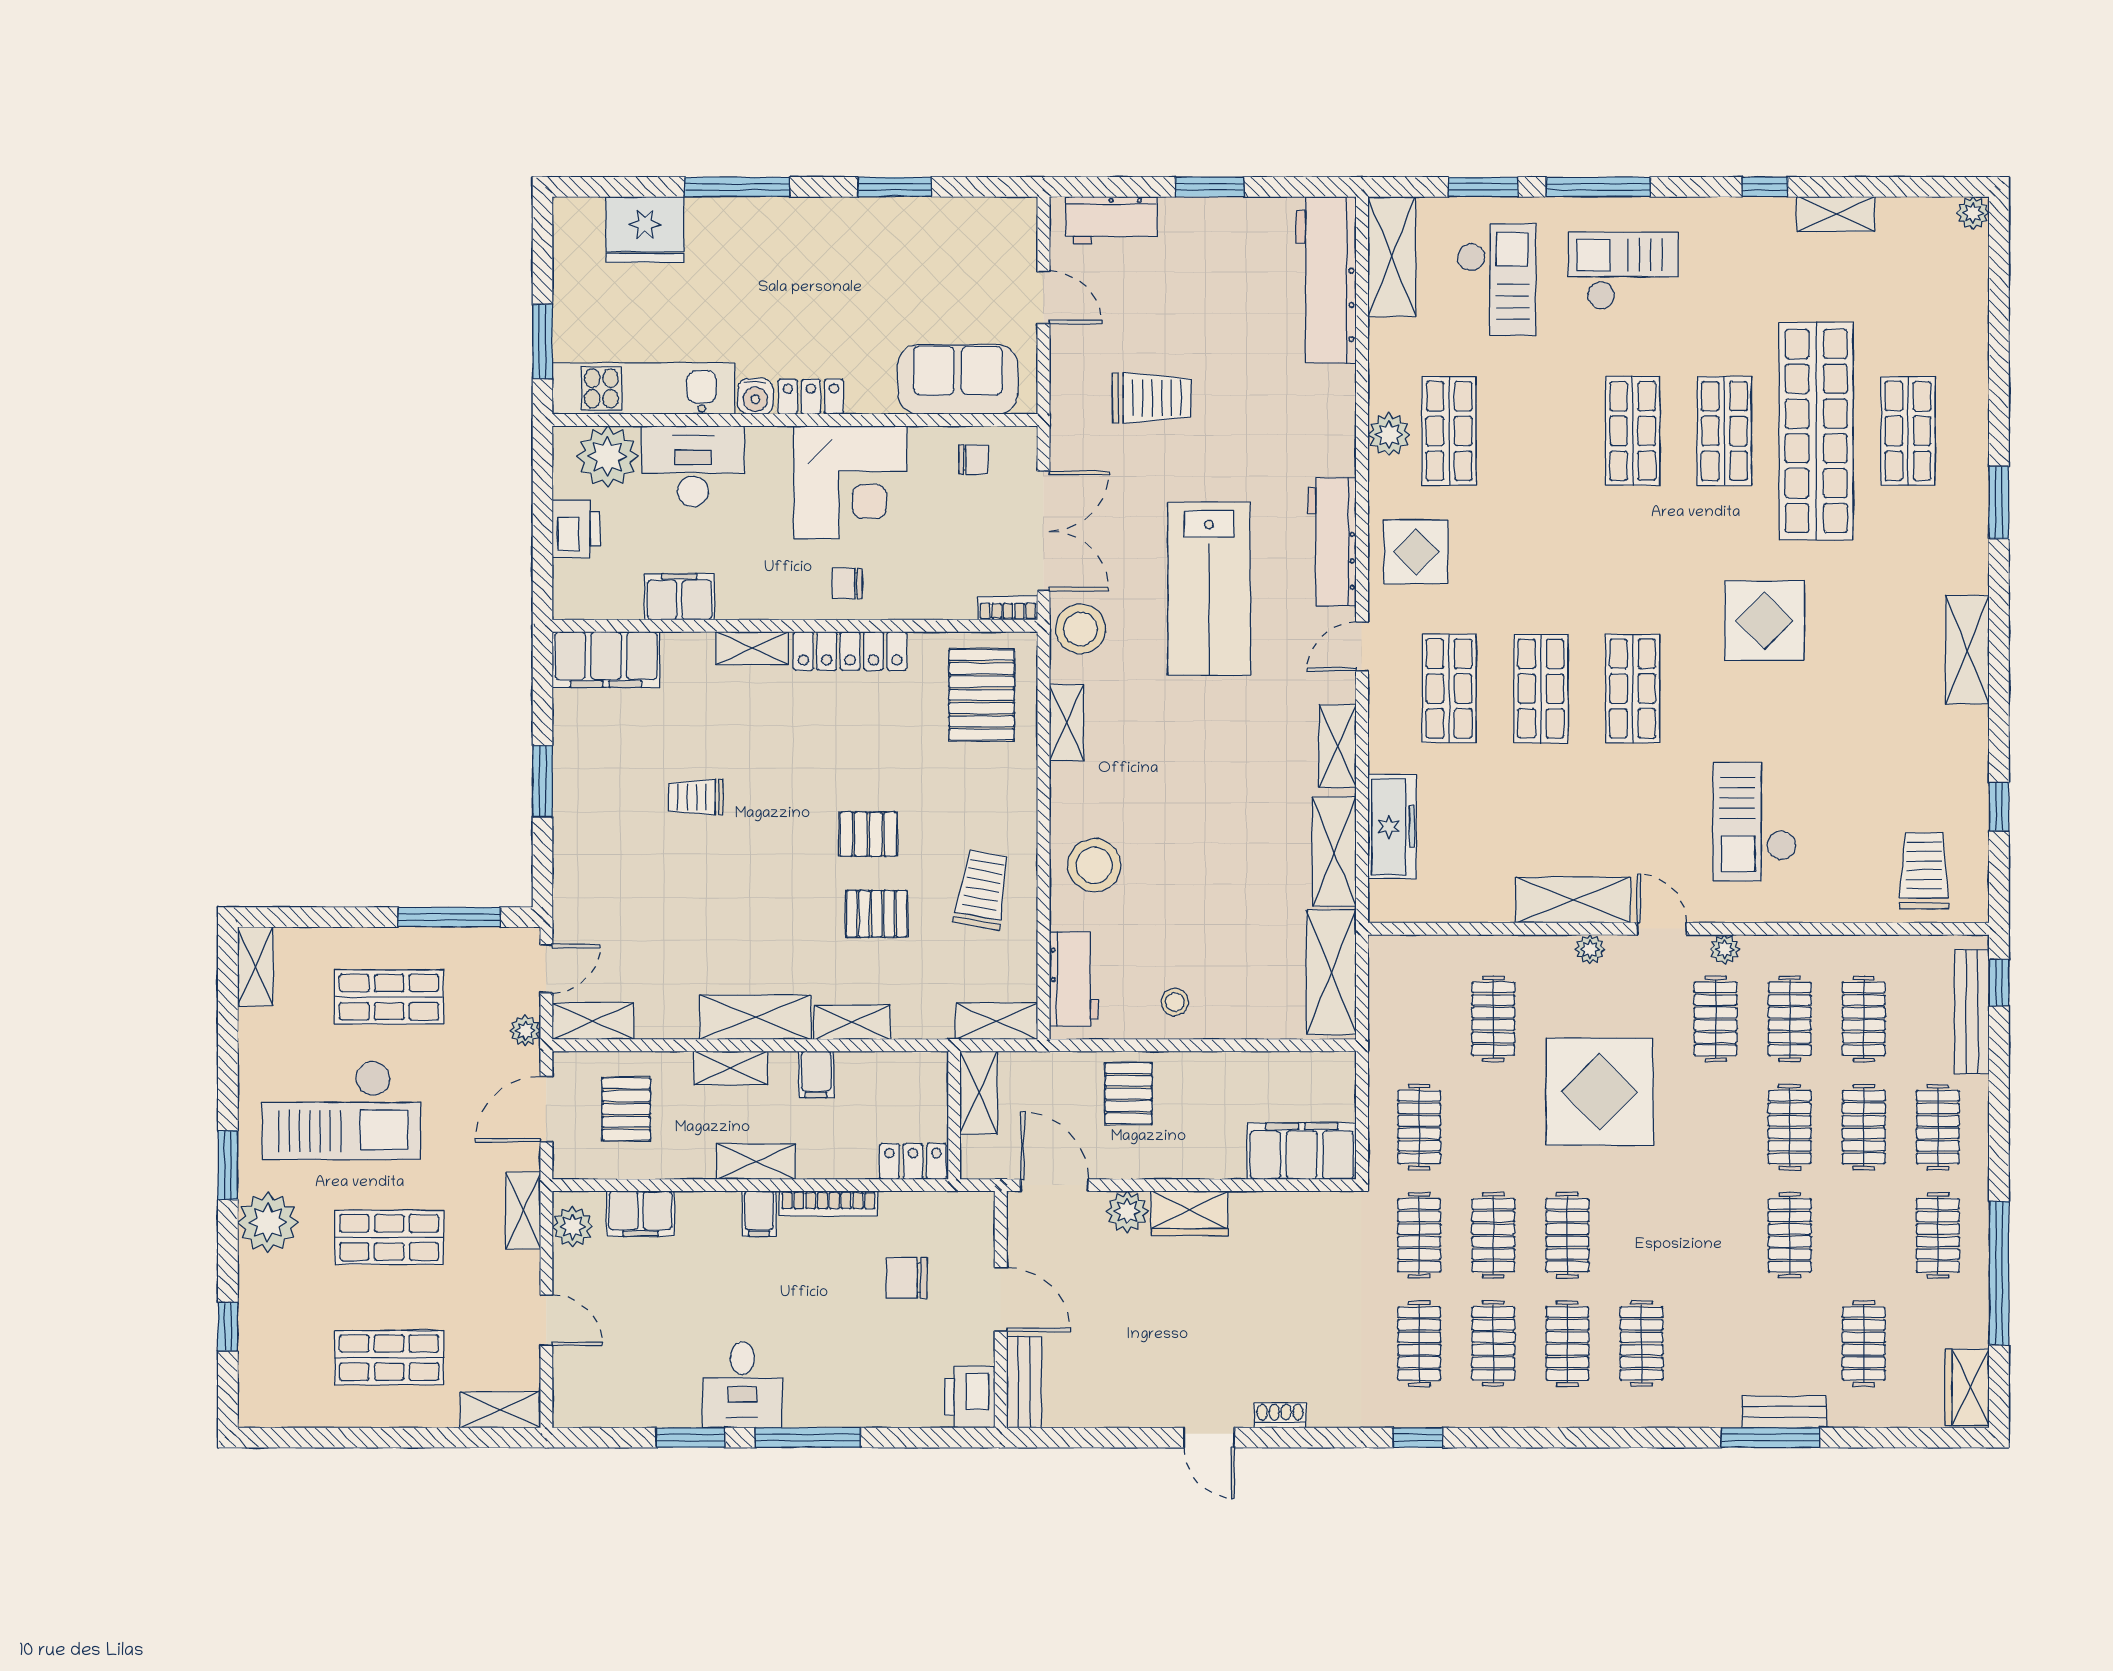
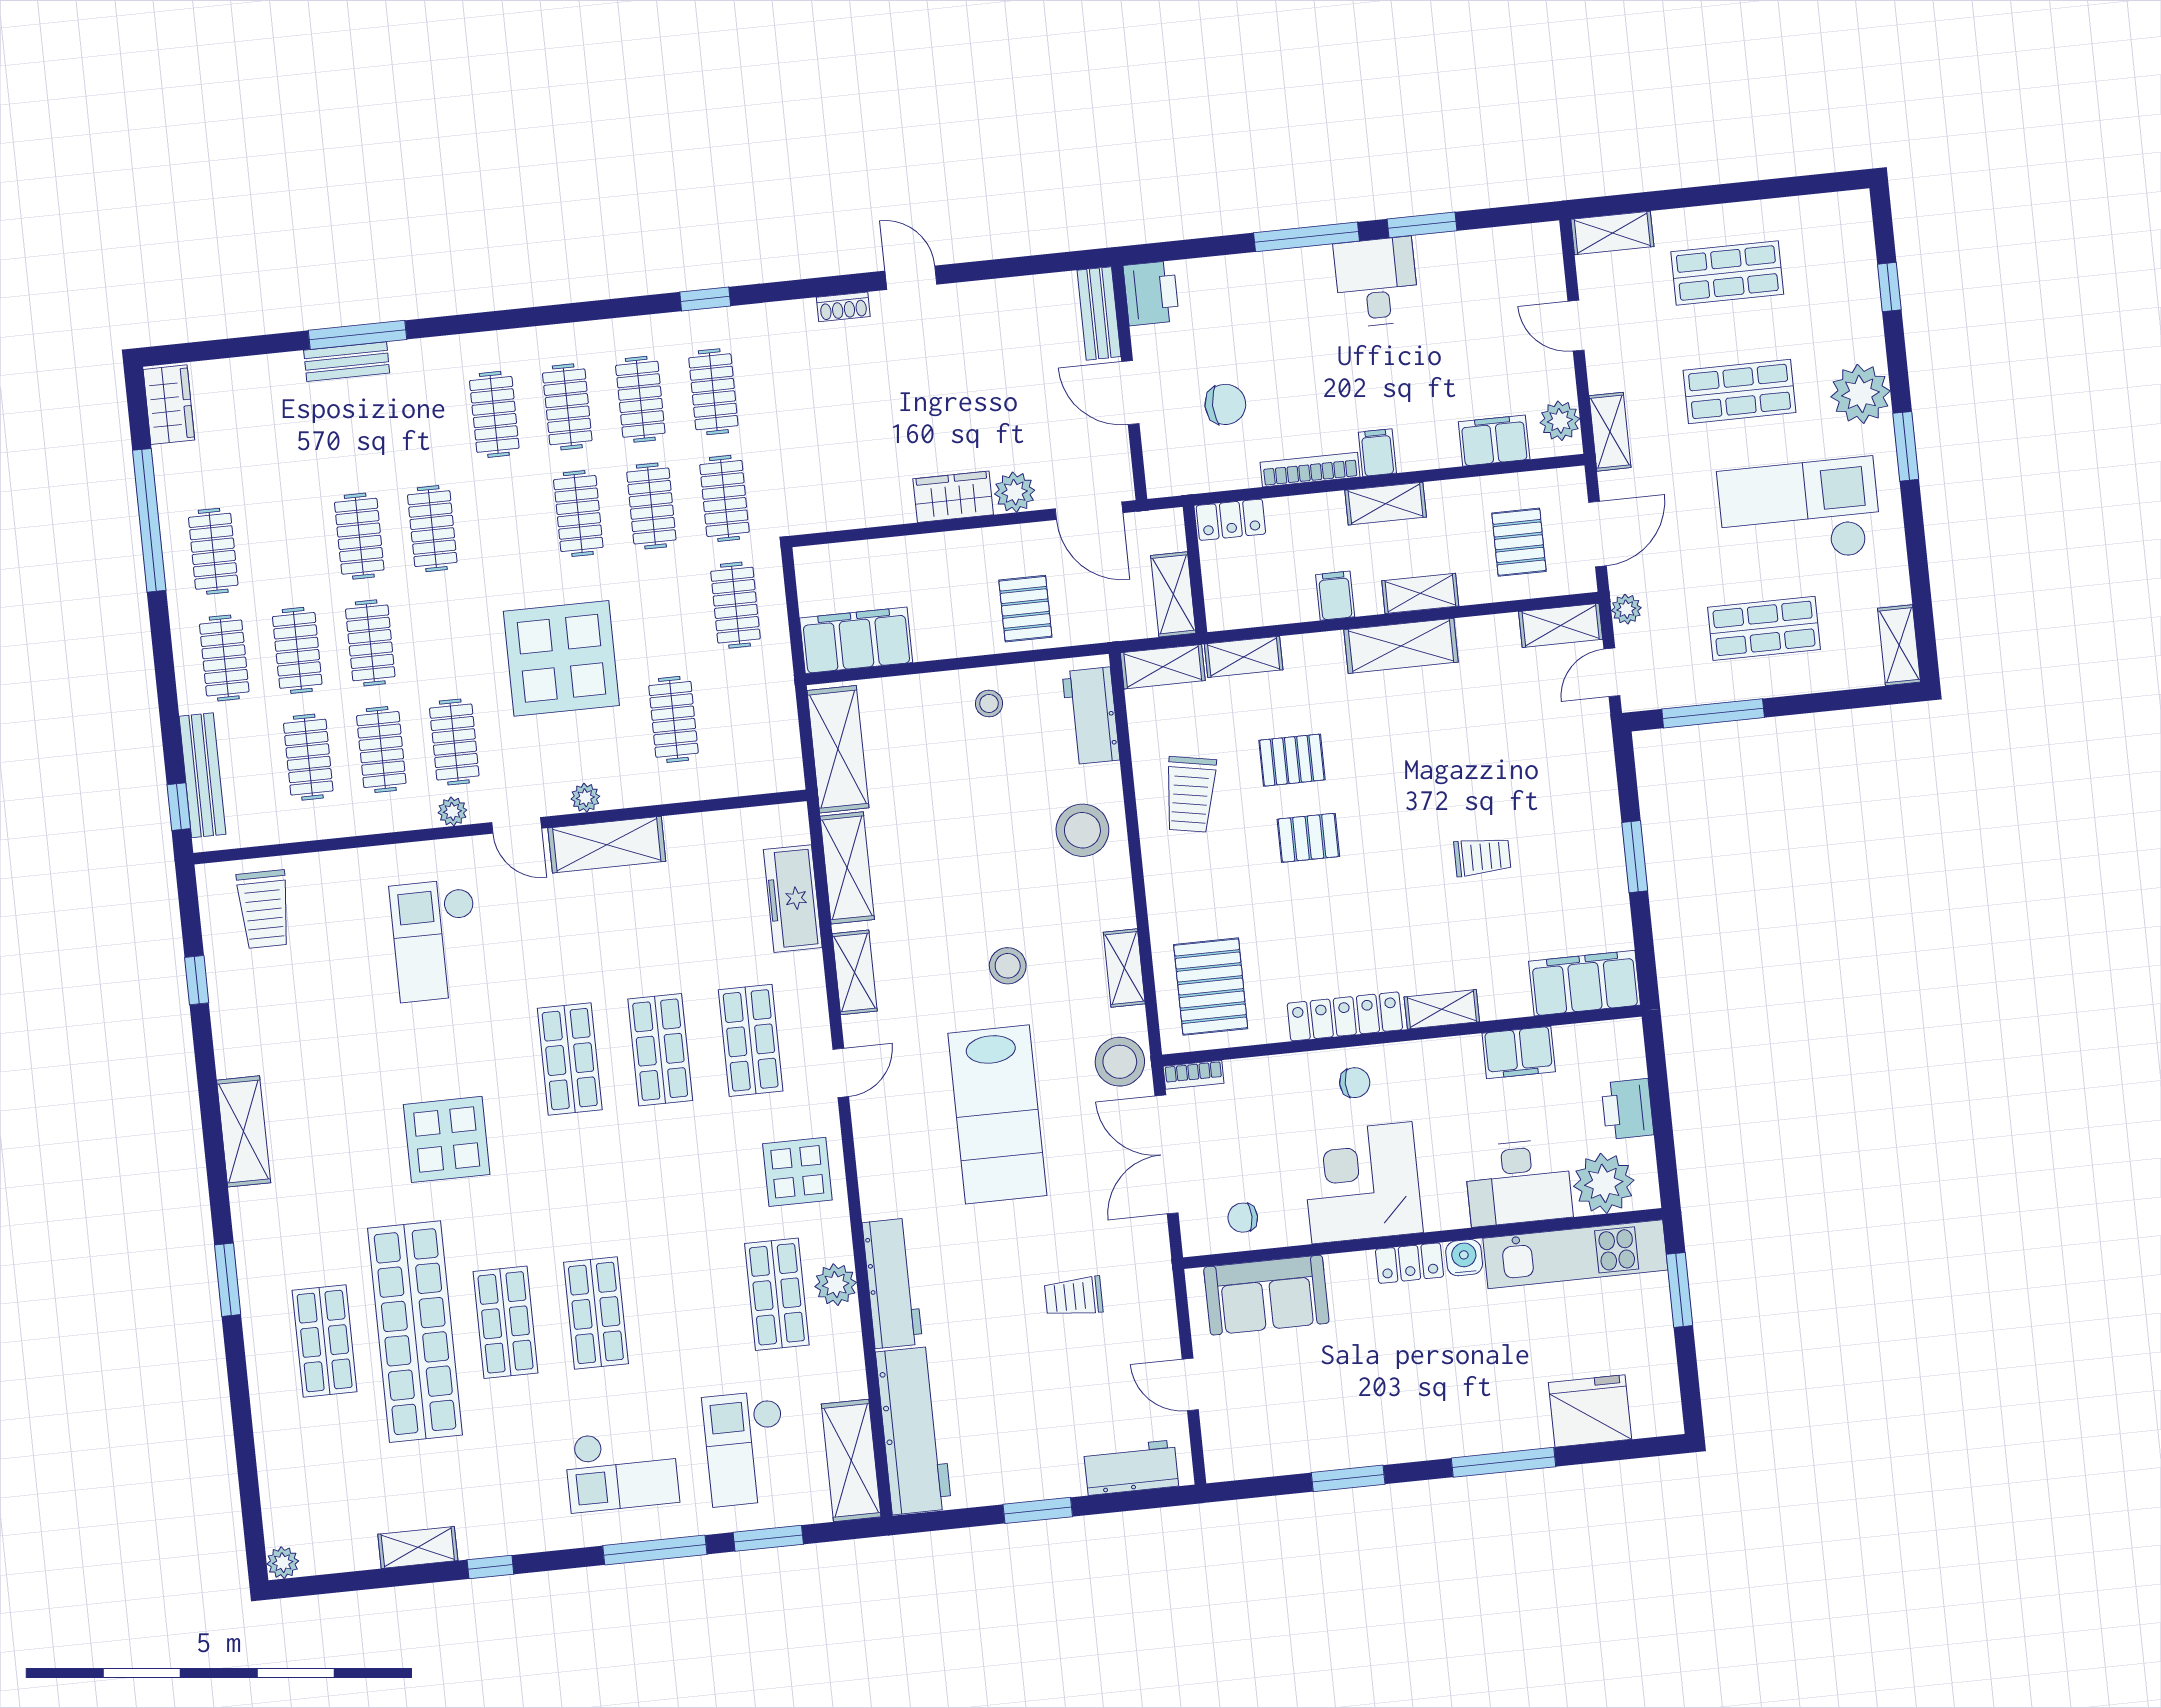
trolley: (1151, 398) -> (1074, 1297), width x0.73, depth x0.72
workbench: (1332, 542) -> (892, 1283), moved
lab bench: (1209, 589) -> (997, 1114), turned 180
stool: (1183, 737) -> (1008, 966), added
checkout: (1755, 822) -> (436, 940), turned 180
shelving: (852, 1022) -> (1244, 657), moved
filing cabinet: (1302, 1151) -> (856, 640), moved, turned 180
clothes rail: (1864, 1344) -> (432, 529), moved

